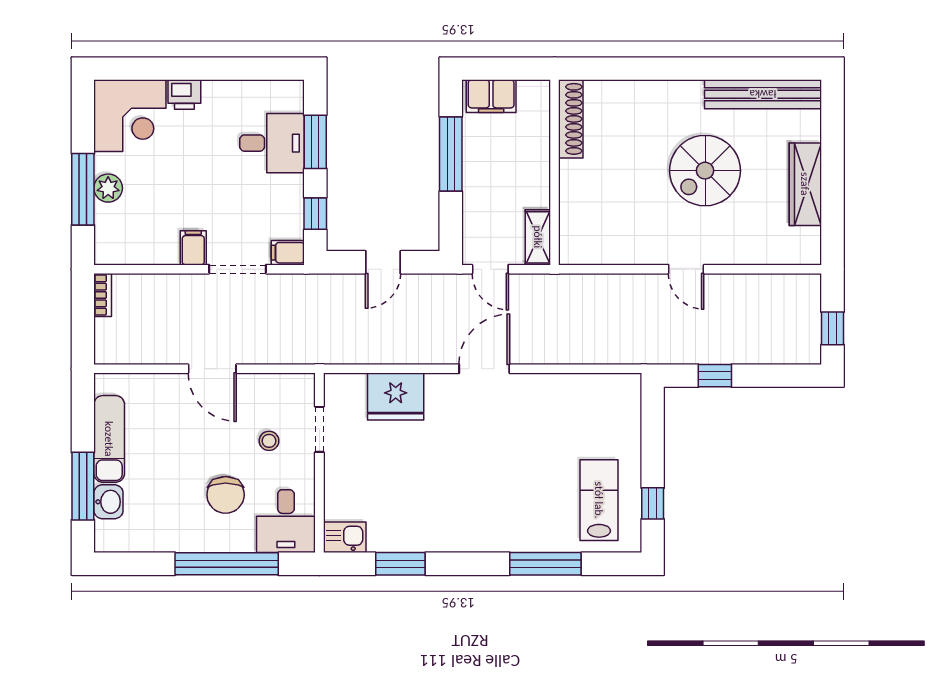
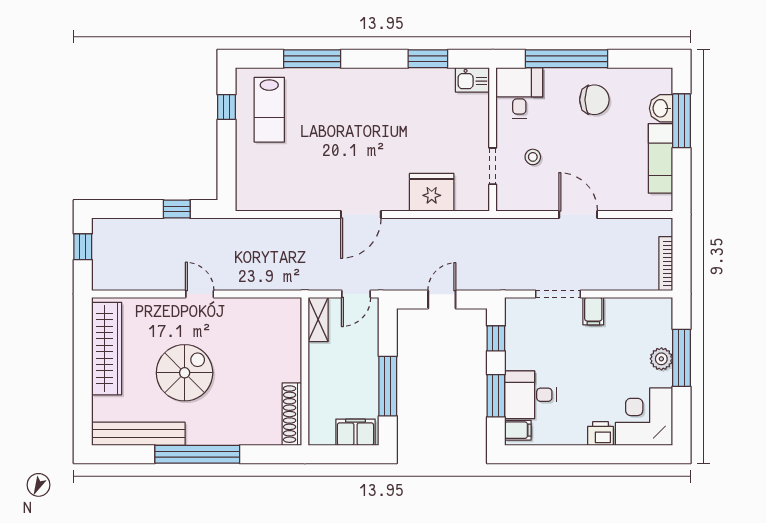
window: (689, 69) -> (197, 454), added
wardrobe: (805, 184) -> (107, 349), width x1.40, depth x1.17
filing cabinet: (288, 253) -> (518, 430), moved
door: (490, 269) -> (356, 294), swing flipped
bookcase: (103, 295) -> (666, 264), width x1.56
chair: (226, 495) -> (594, 100), moved, turned 90

